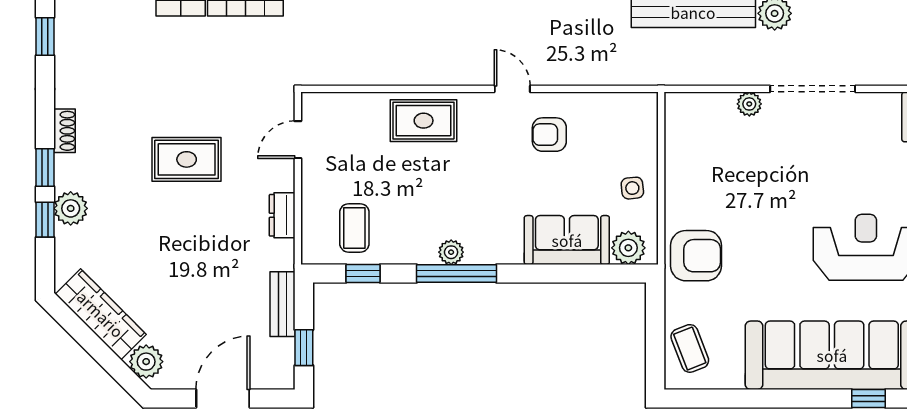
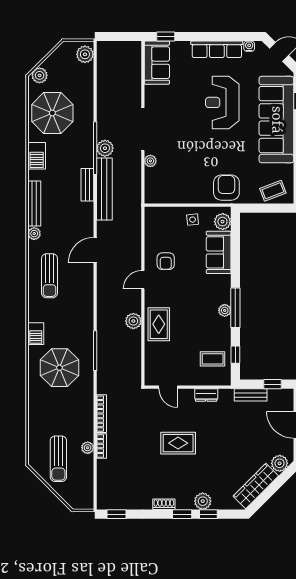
plant: (430, 70) -> (133, 321), added
rug: (187, 159) -> (178, 443), turned 90

